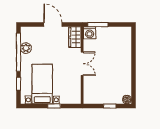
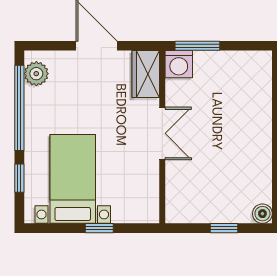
plant: (26, 48) -> (36, 74), moved

